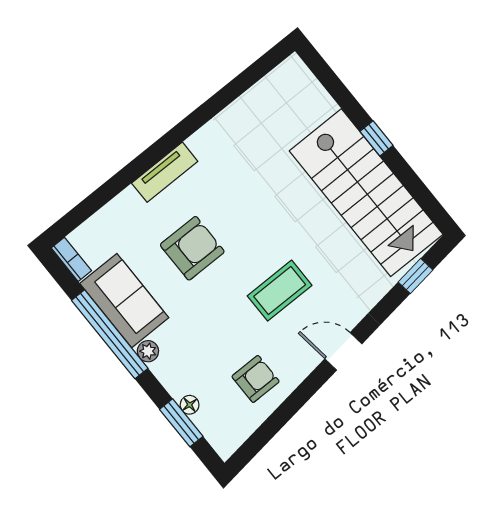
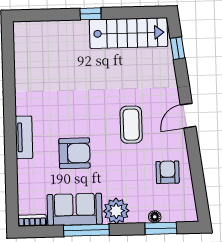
stairs: (366, 193) -> (129, 33), width x0.73, depth x0.66
armchair: (192, 248) -> (74, 153), turned 90
window: (110, 334) -> (86, 230), width x0.68
plant: (148, 351) -> (116, 211), width x1.87, depth x1.87

